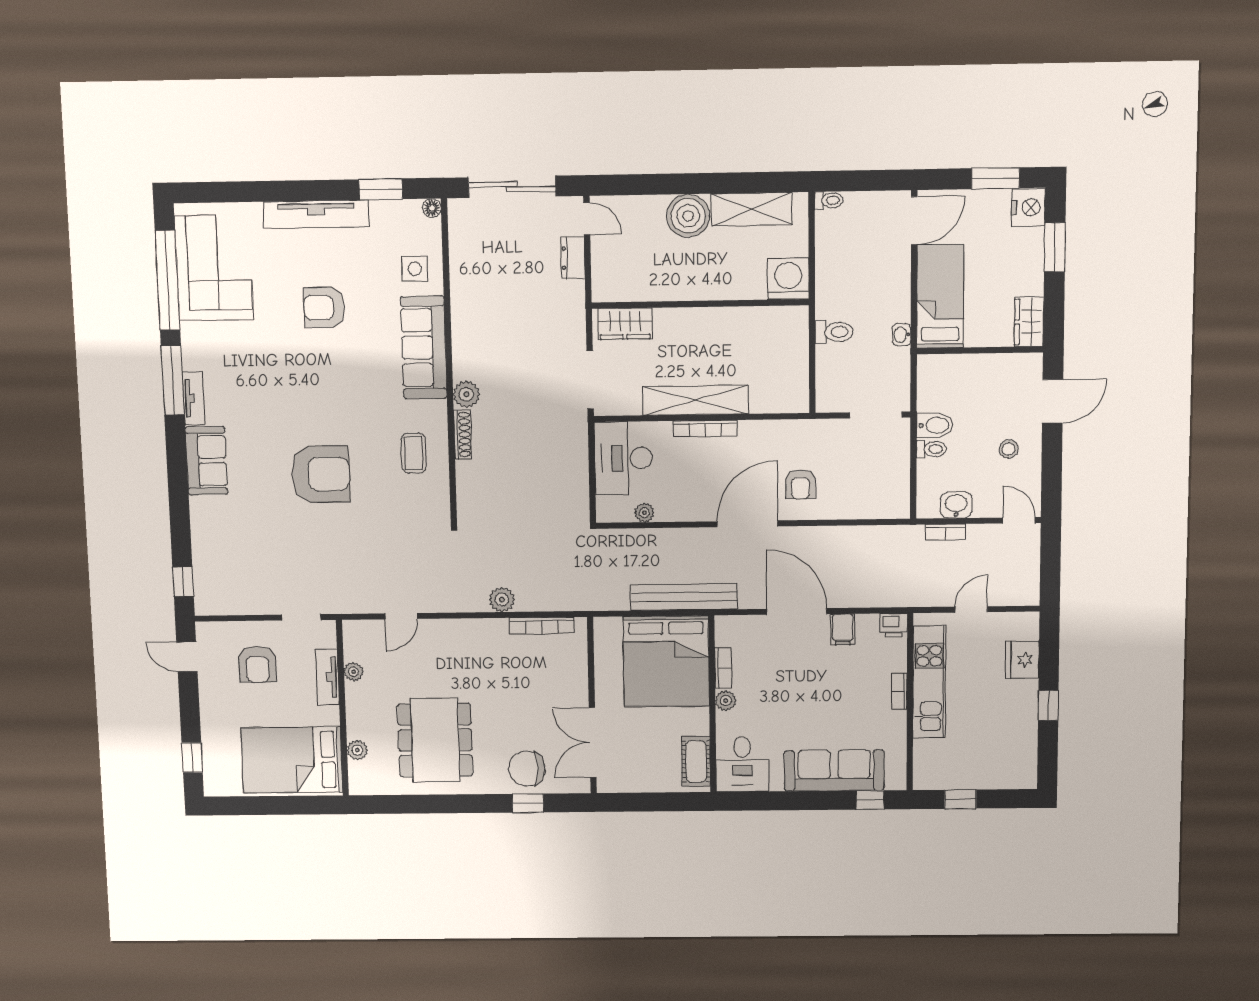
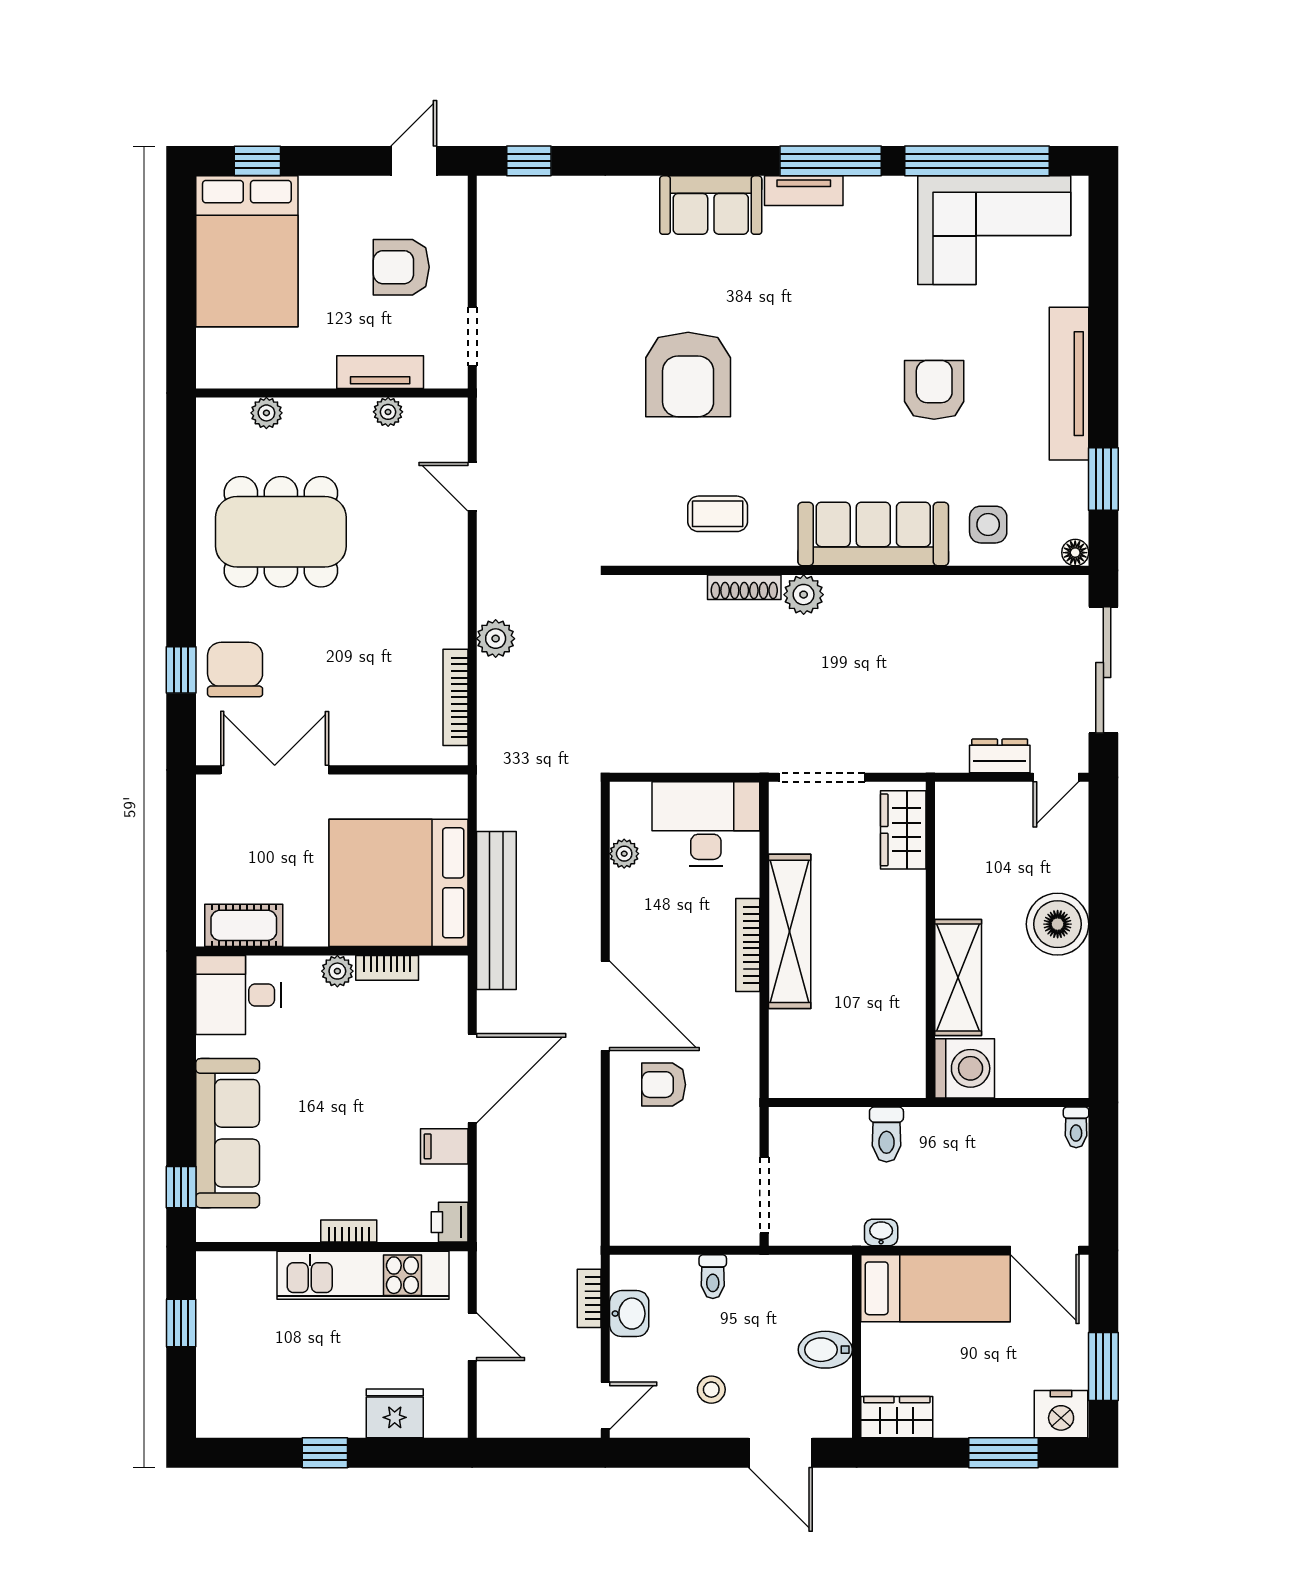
shelving: (752, 209) -> (958, 978), moved
bidet: (935, 425) -> (825, 1350), moved, turned 90
bed: (292, 760) -> (247, 251), moved, turned 180

